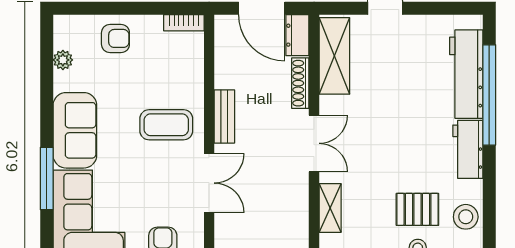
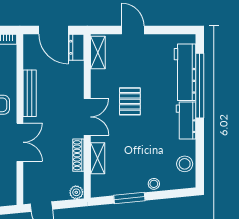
shelving: (334, 56) -> (98, 52), width x0.67, depth x0.75
shoe rack: (300, 83) -> (78, 155), moved
bench: (224, 116) -> (30, 93), width x1.36
pallet: (417, 209) -> (130, 101), moved, turned 90

